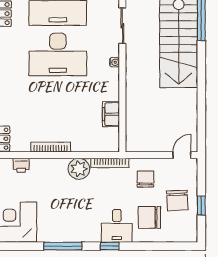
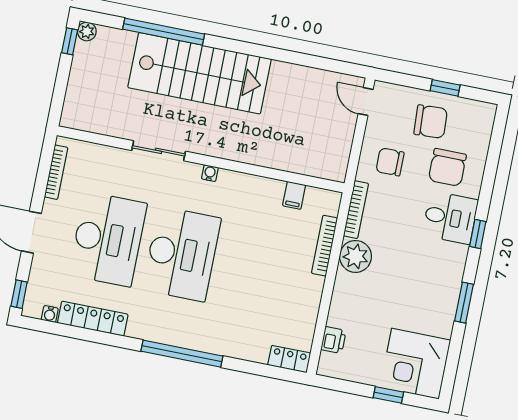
filing cabinet: (111, 114) -> (294, 195), width x0.50
bookcase: (51, 147) -> (325, 246), moved
window: (63, 246) -> (464, 303), width x0.69

